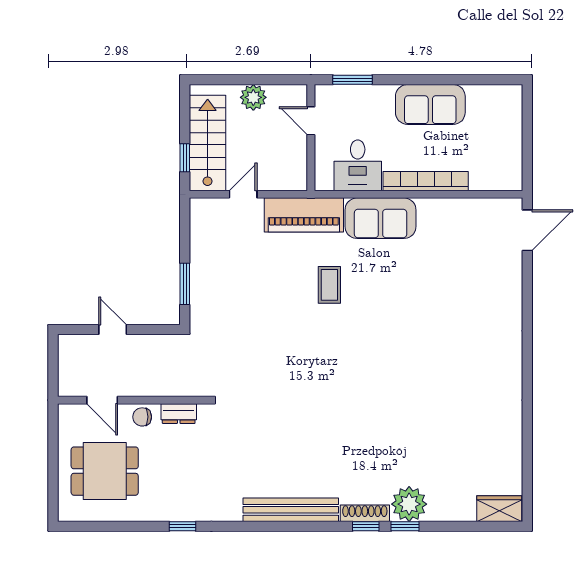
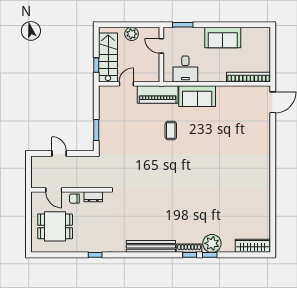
bookcase: (426, 181) -> (249, 77), moved
wardrobe: (499, 509) -> (253, 246), width x1.50

